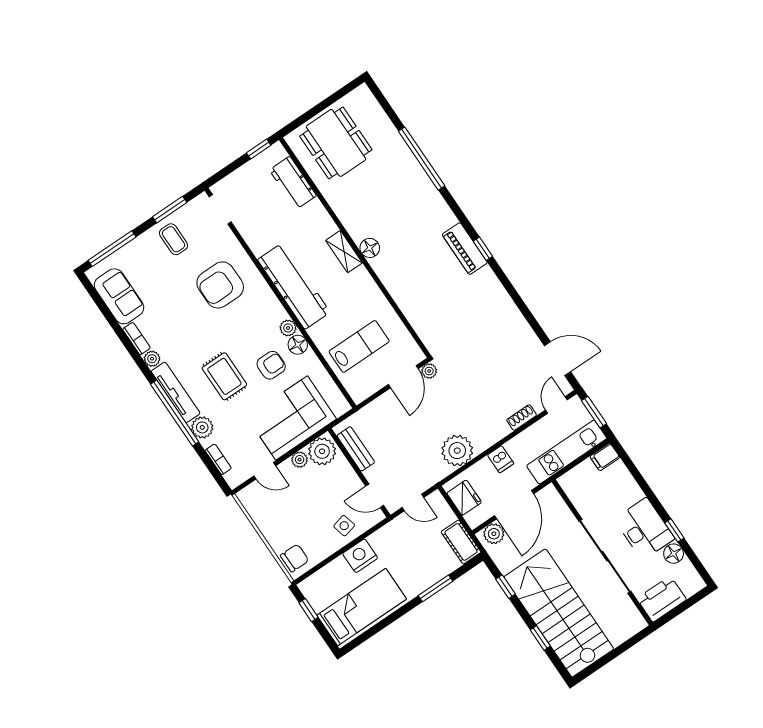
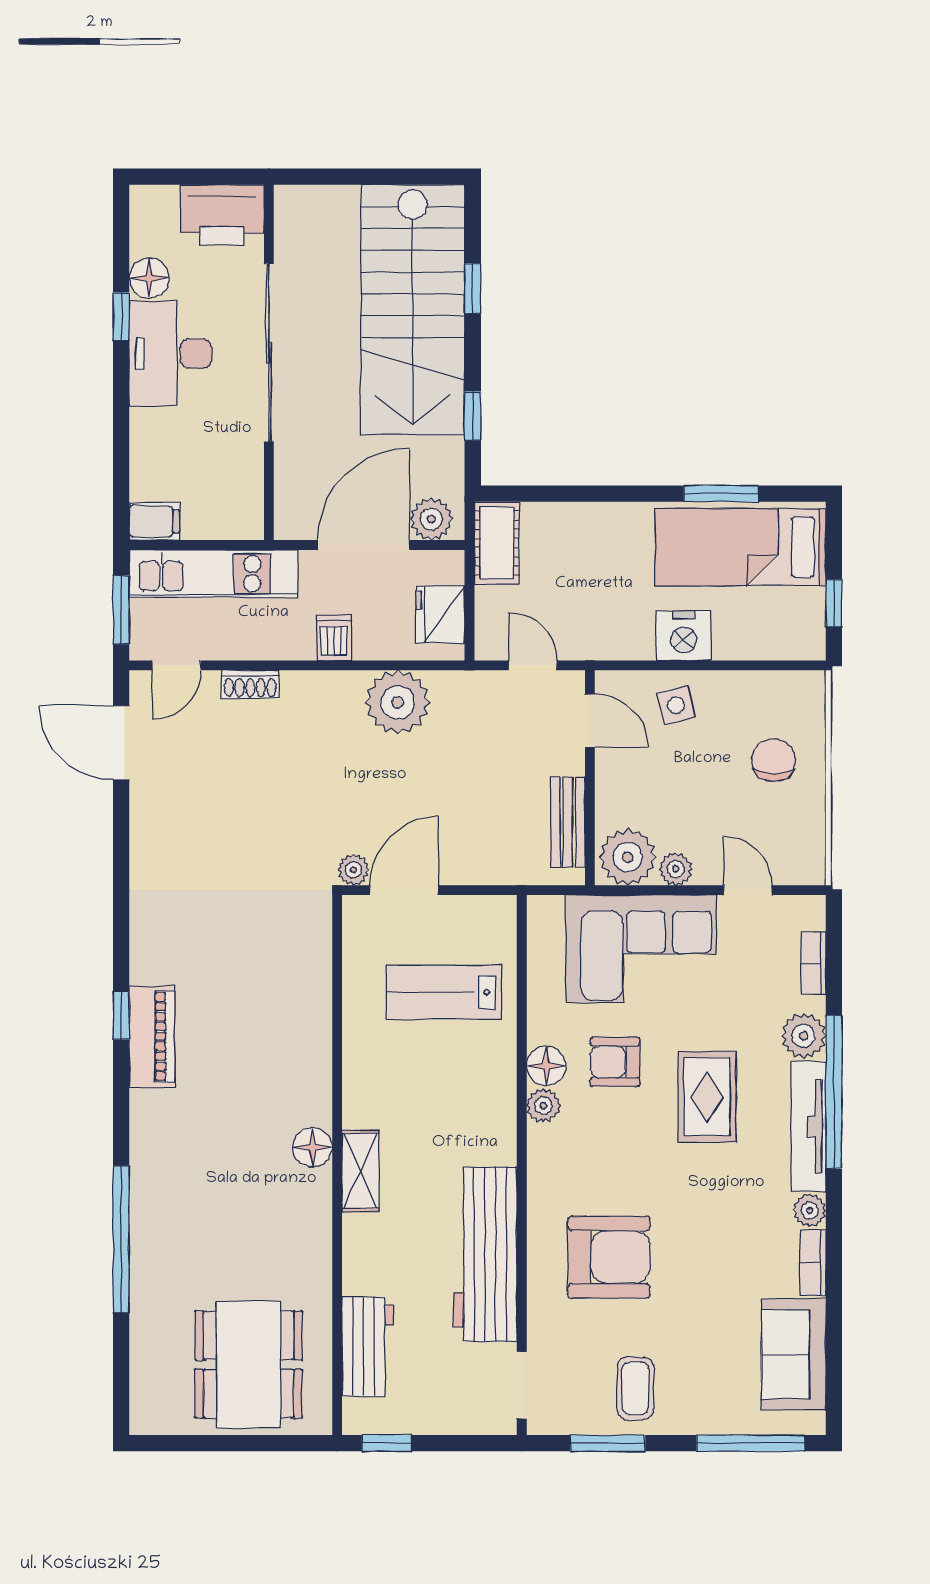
workbench: (294, 286) -> (485, 1254), moved
chair: (295, 558) -> (774, 760), moved, turned 90
window: (436, 588) -> (721, 494), moved

